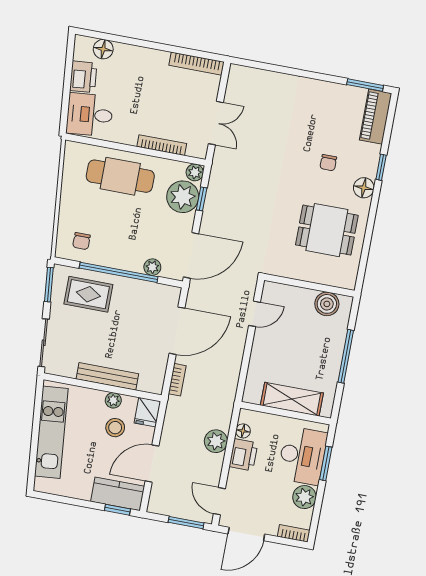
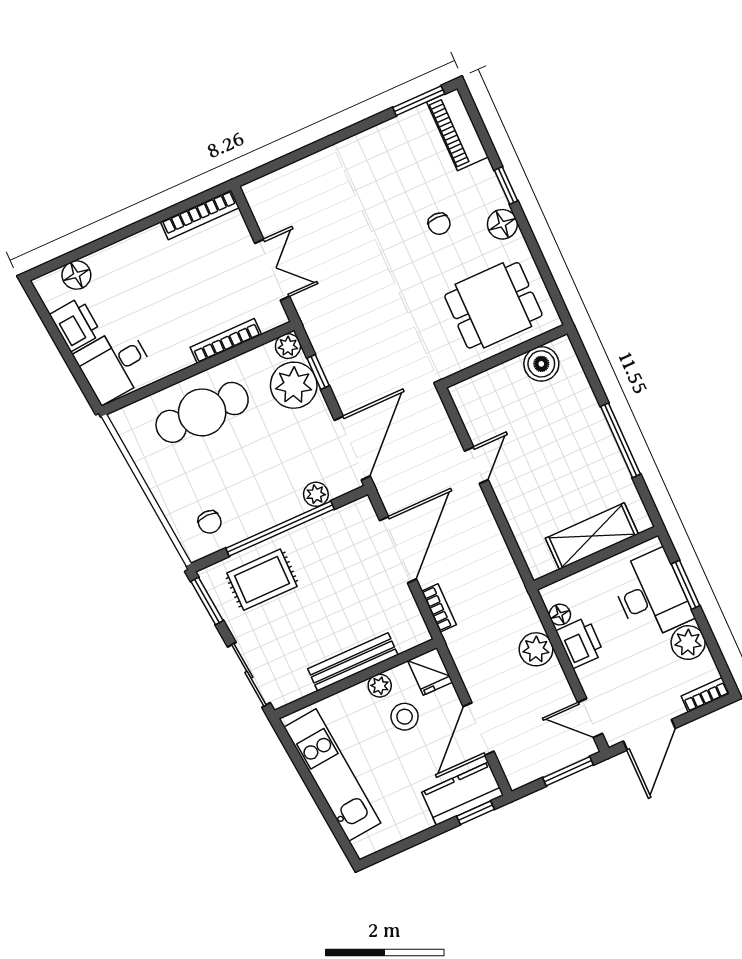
wall: (309, 285) -> (505, 356), moved
boiler: (327, 304) -> (541, 364), moved

